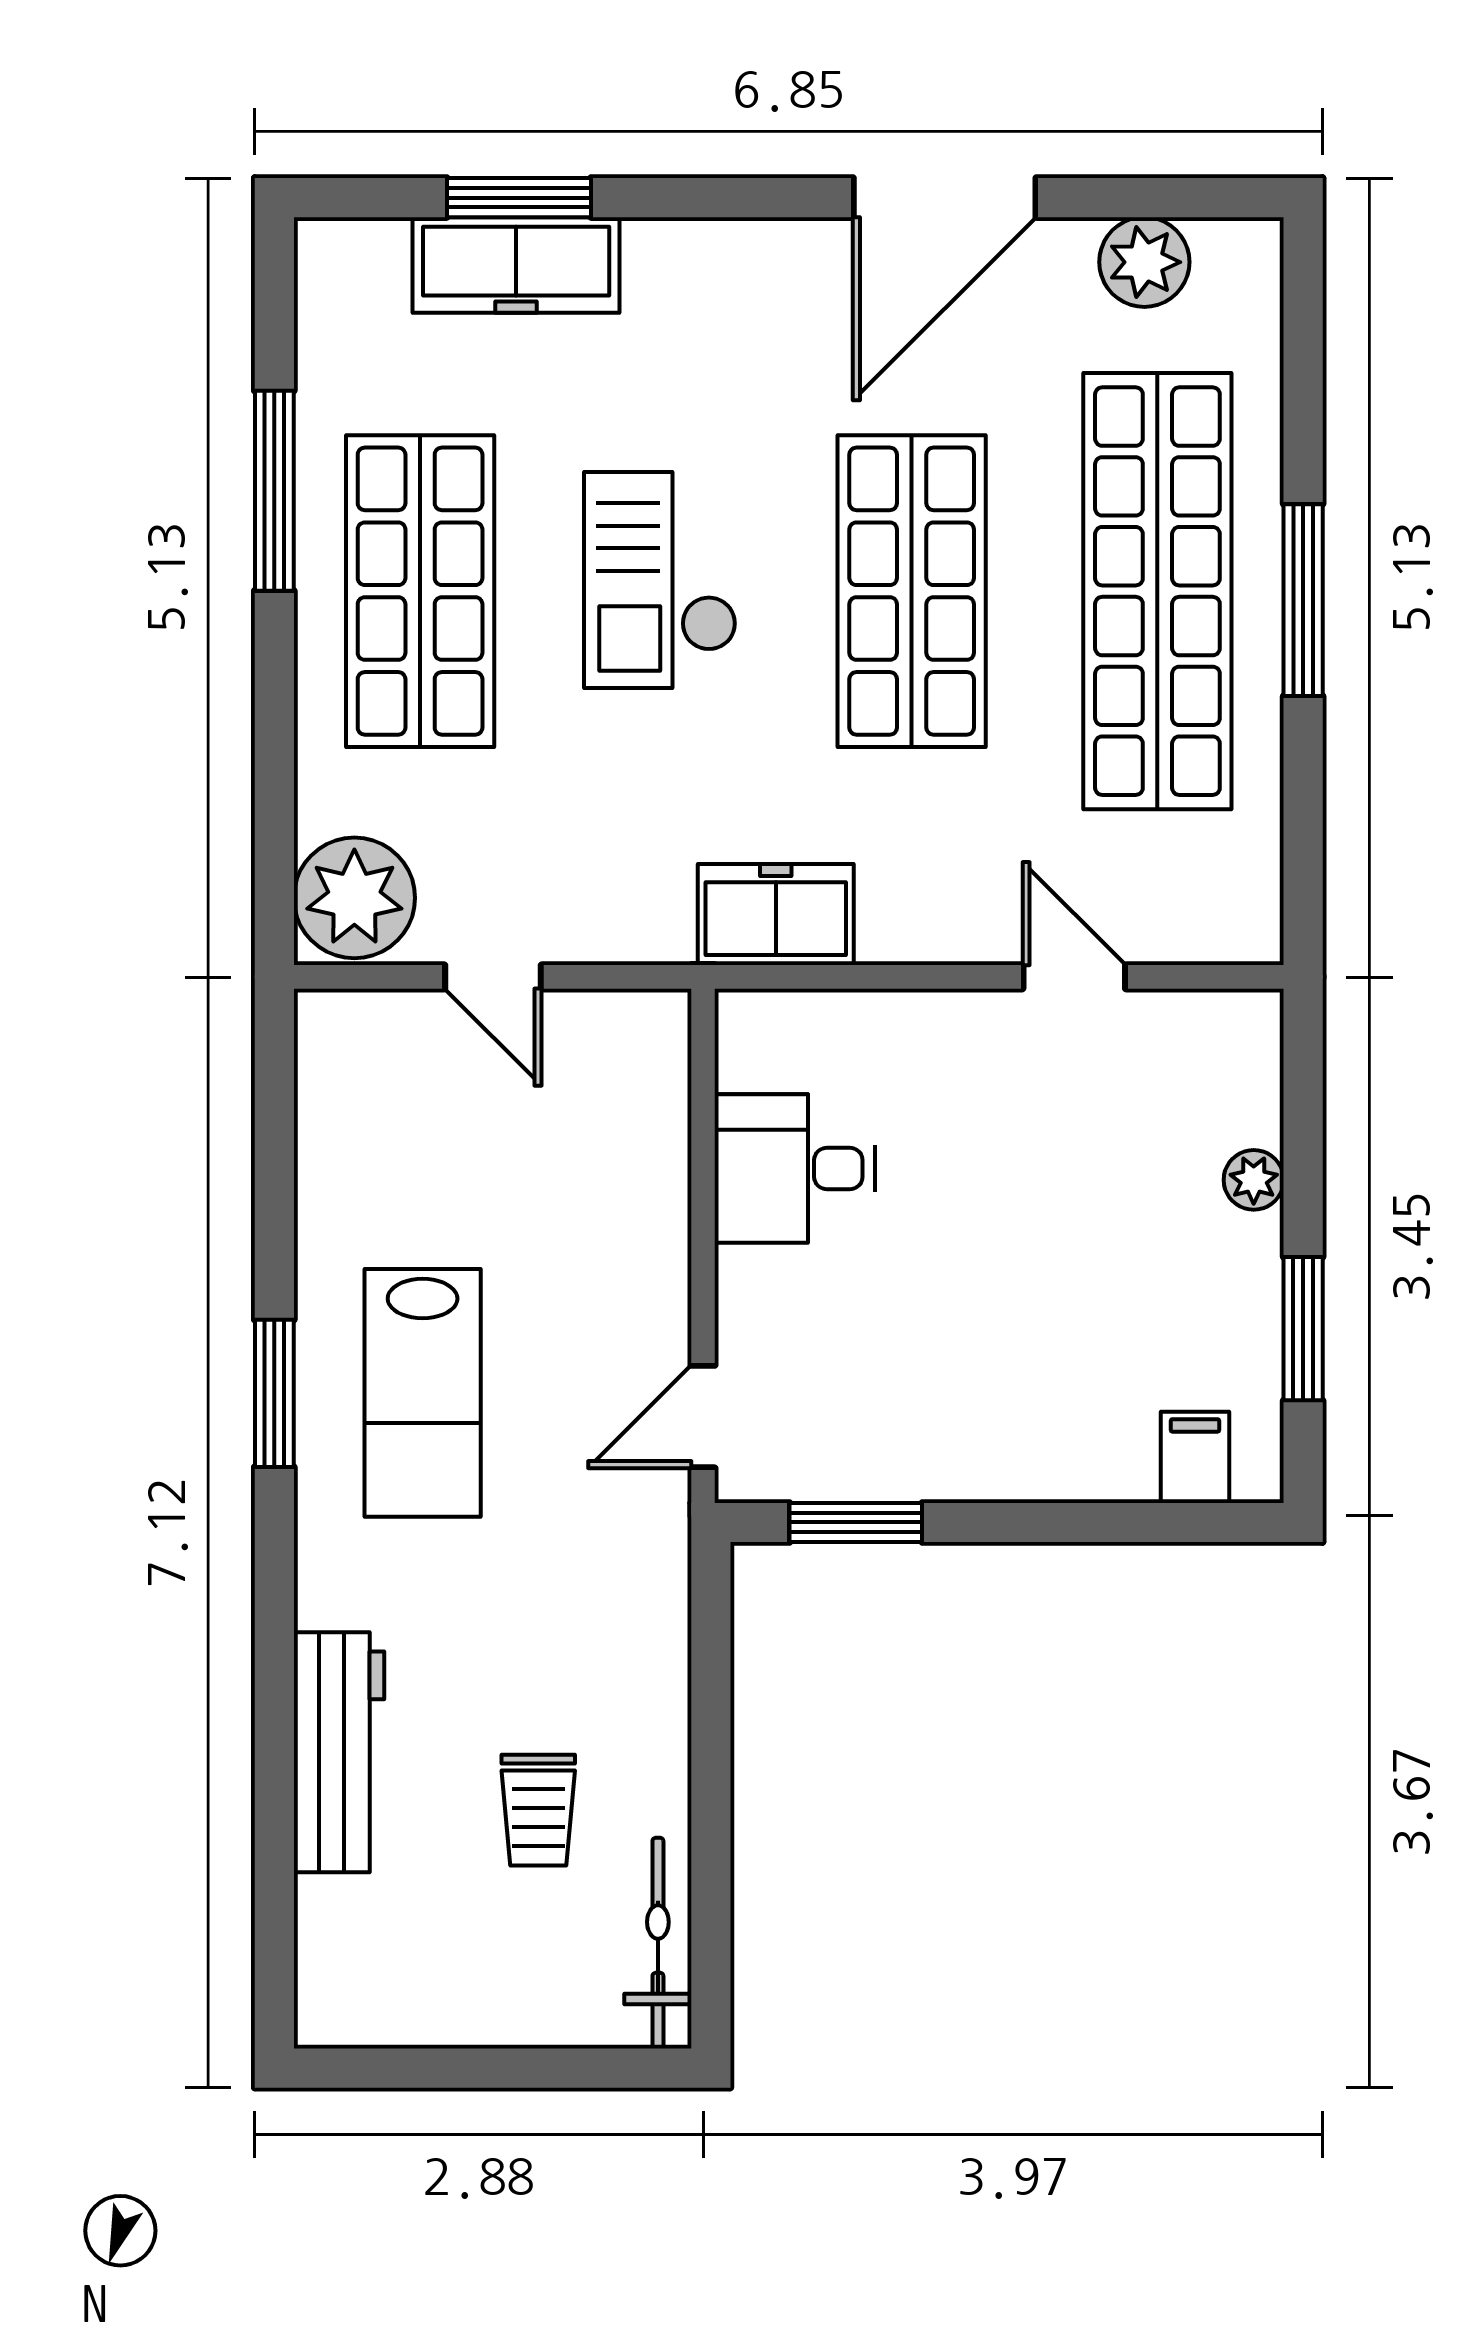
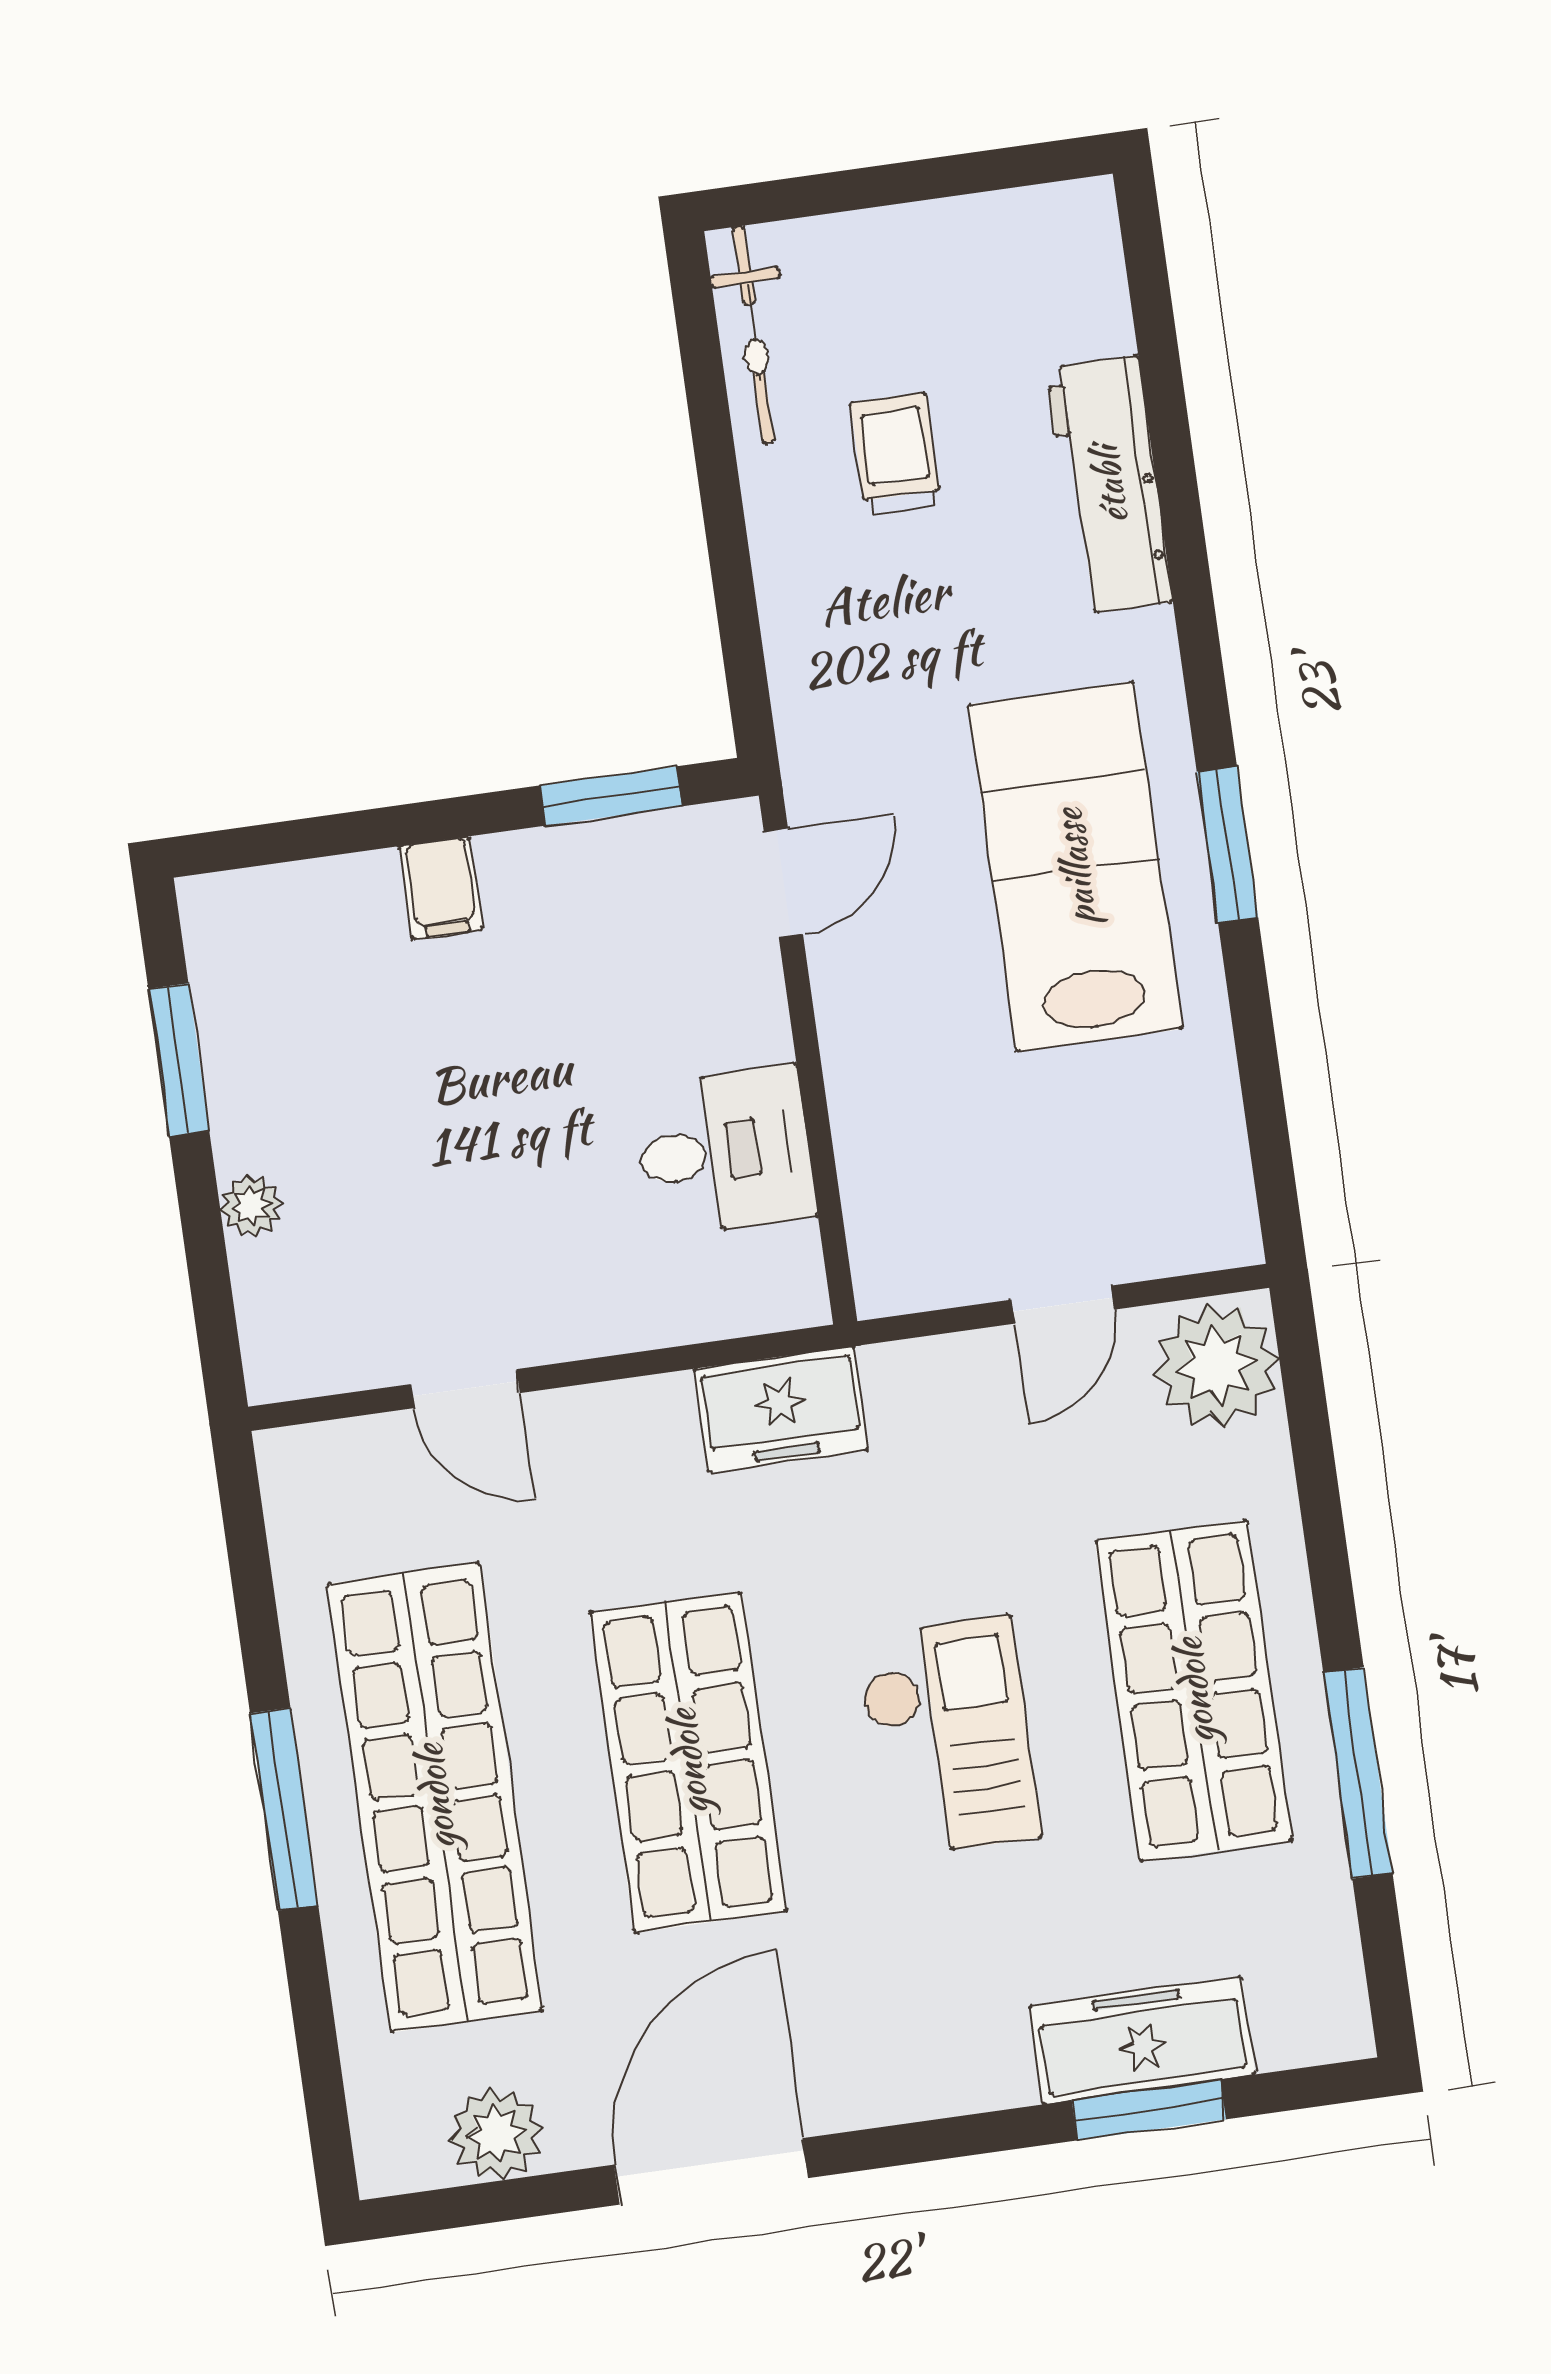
door: (493, 977) -> (1063, 1305), swing flipped
lab bench: (423, 1393) -> (1075, 867), width x1.36, depth x1.39
filing cabinet: (1195, 1457) -> (441, 888), moved

